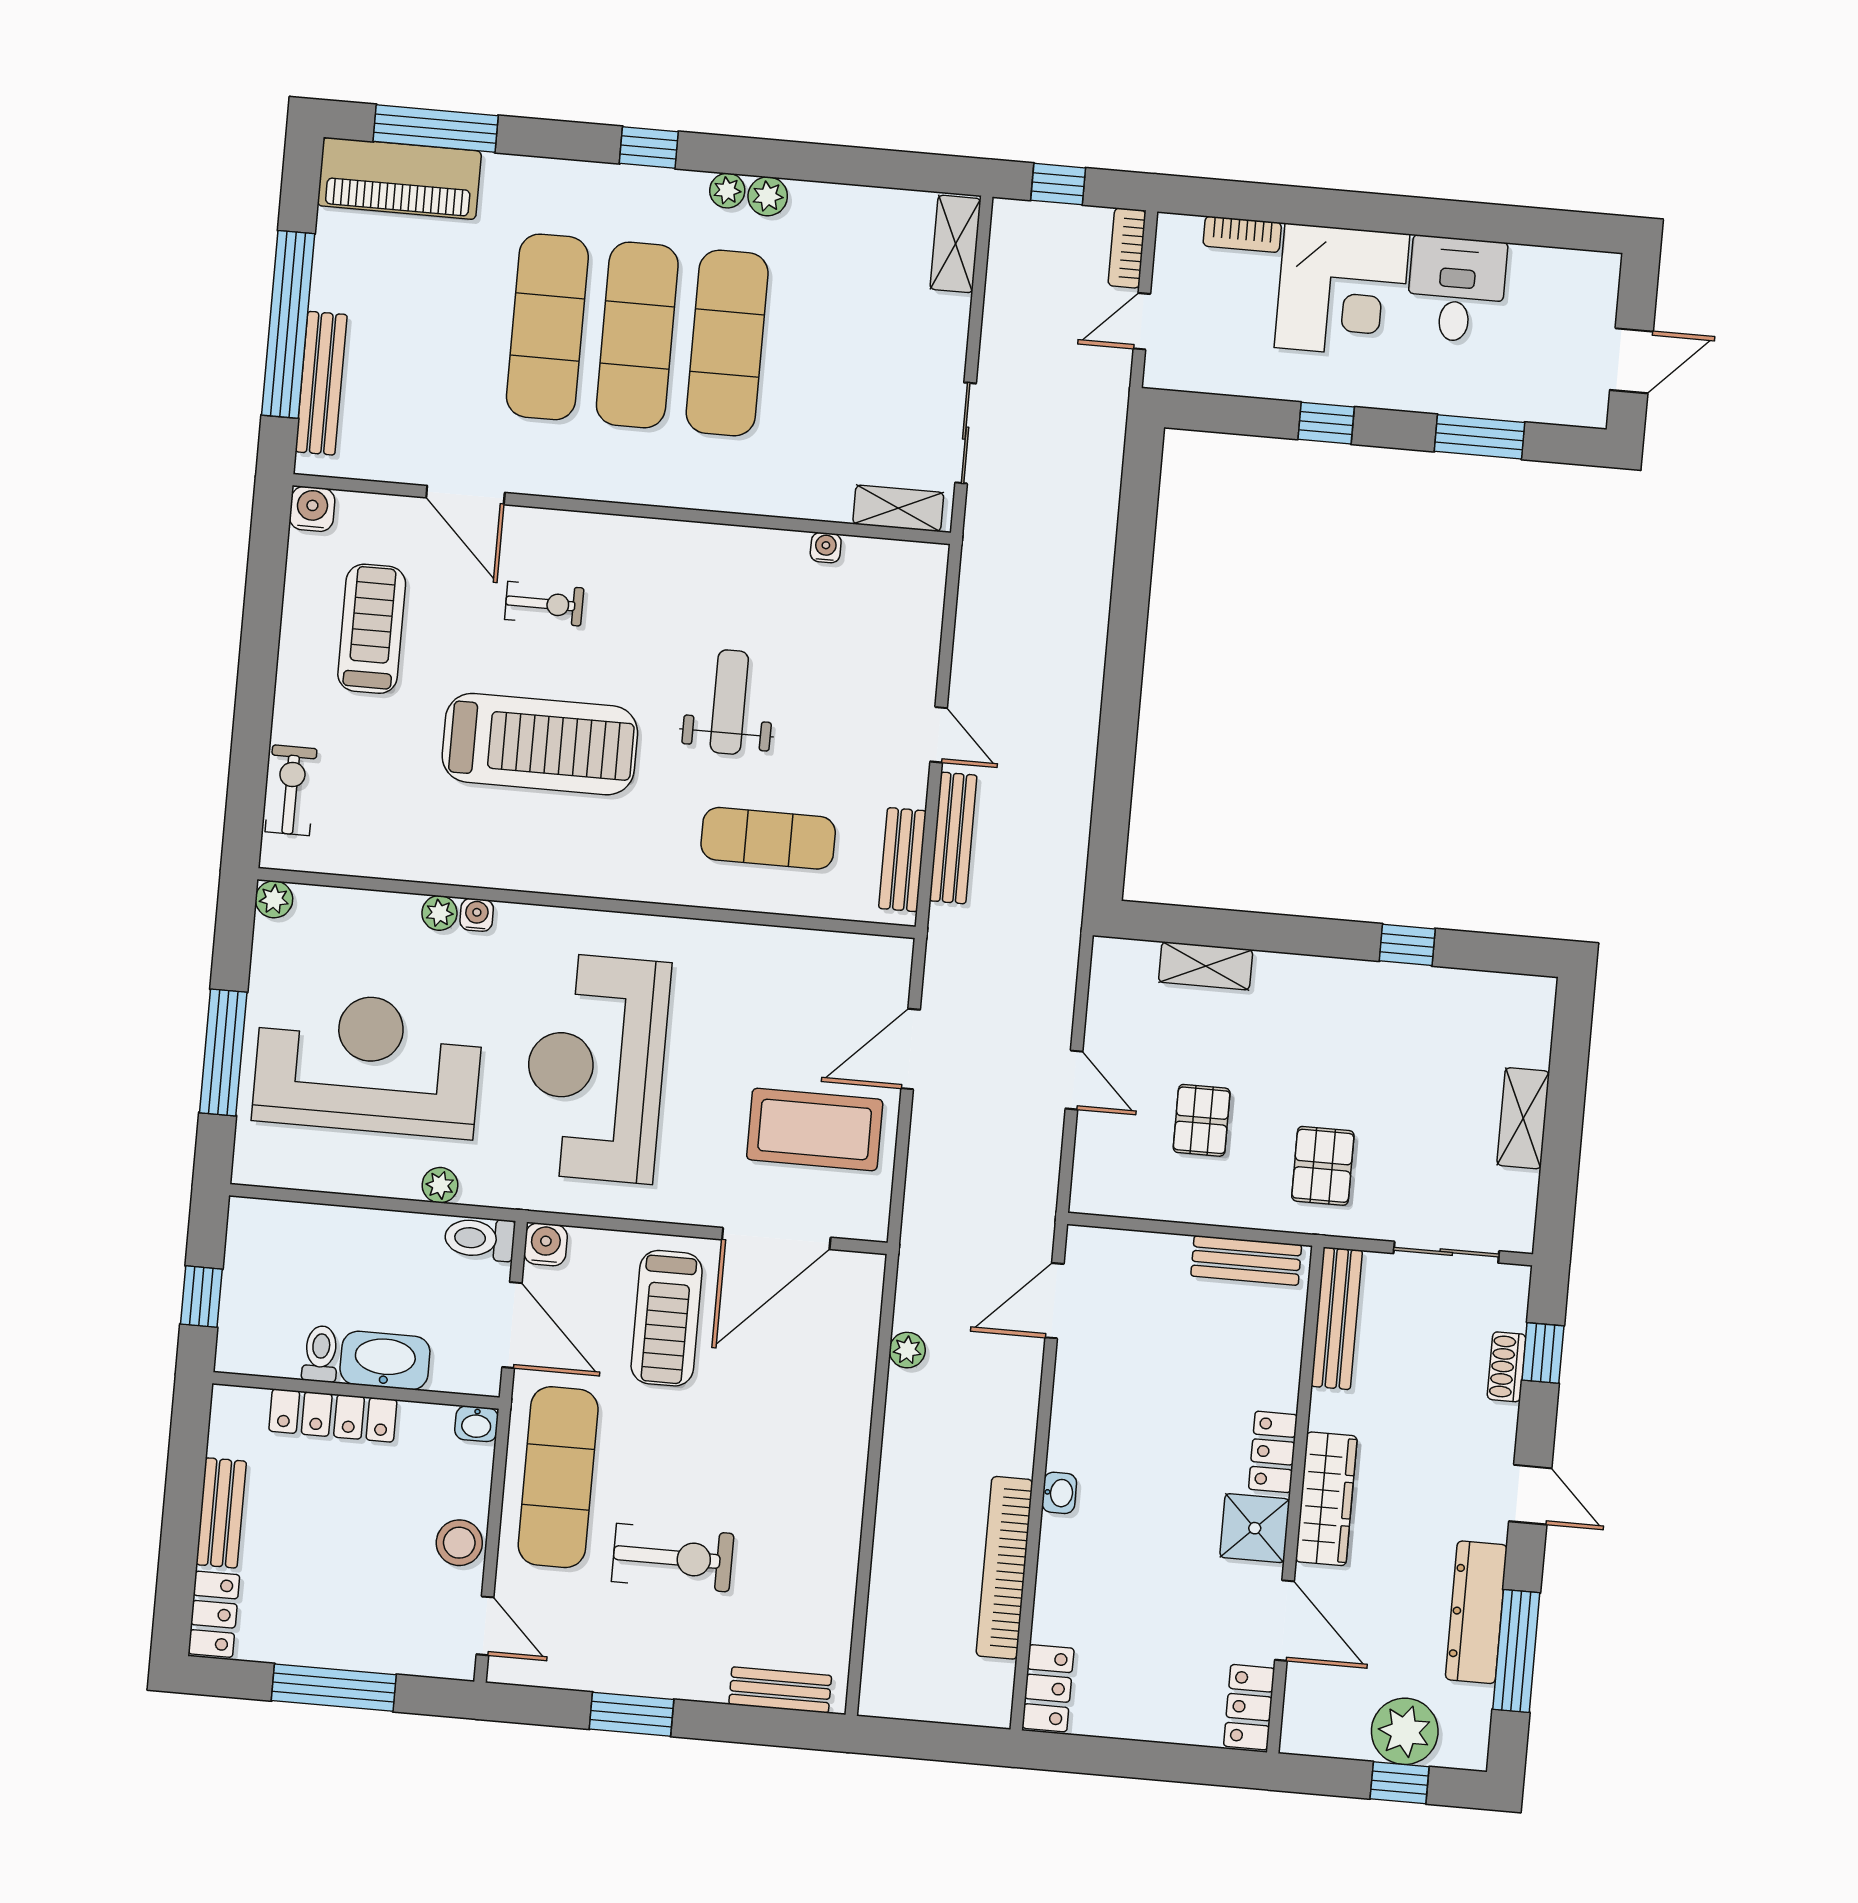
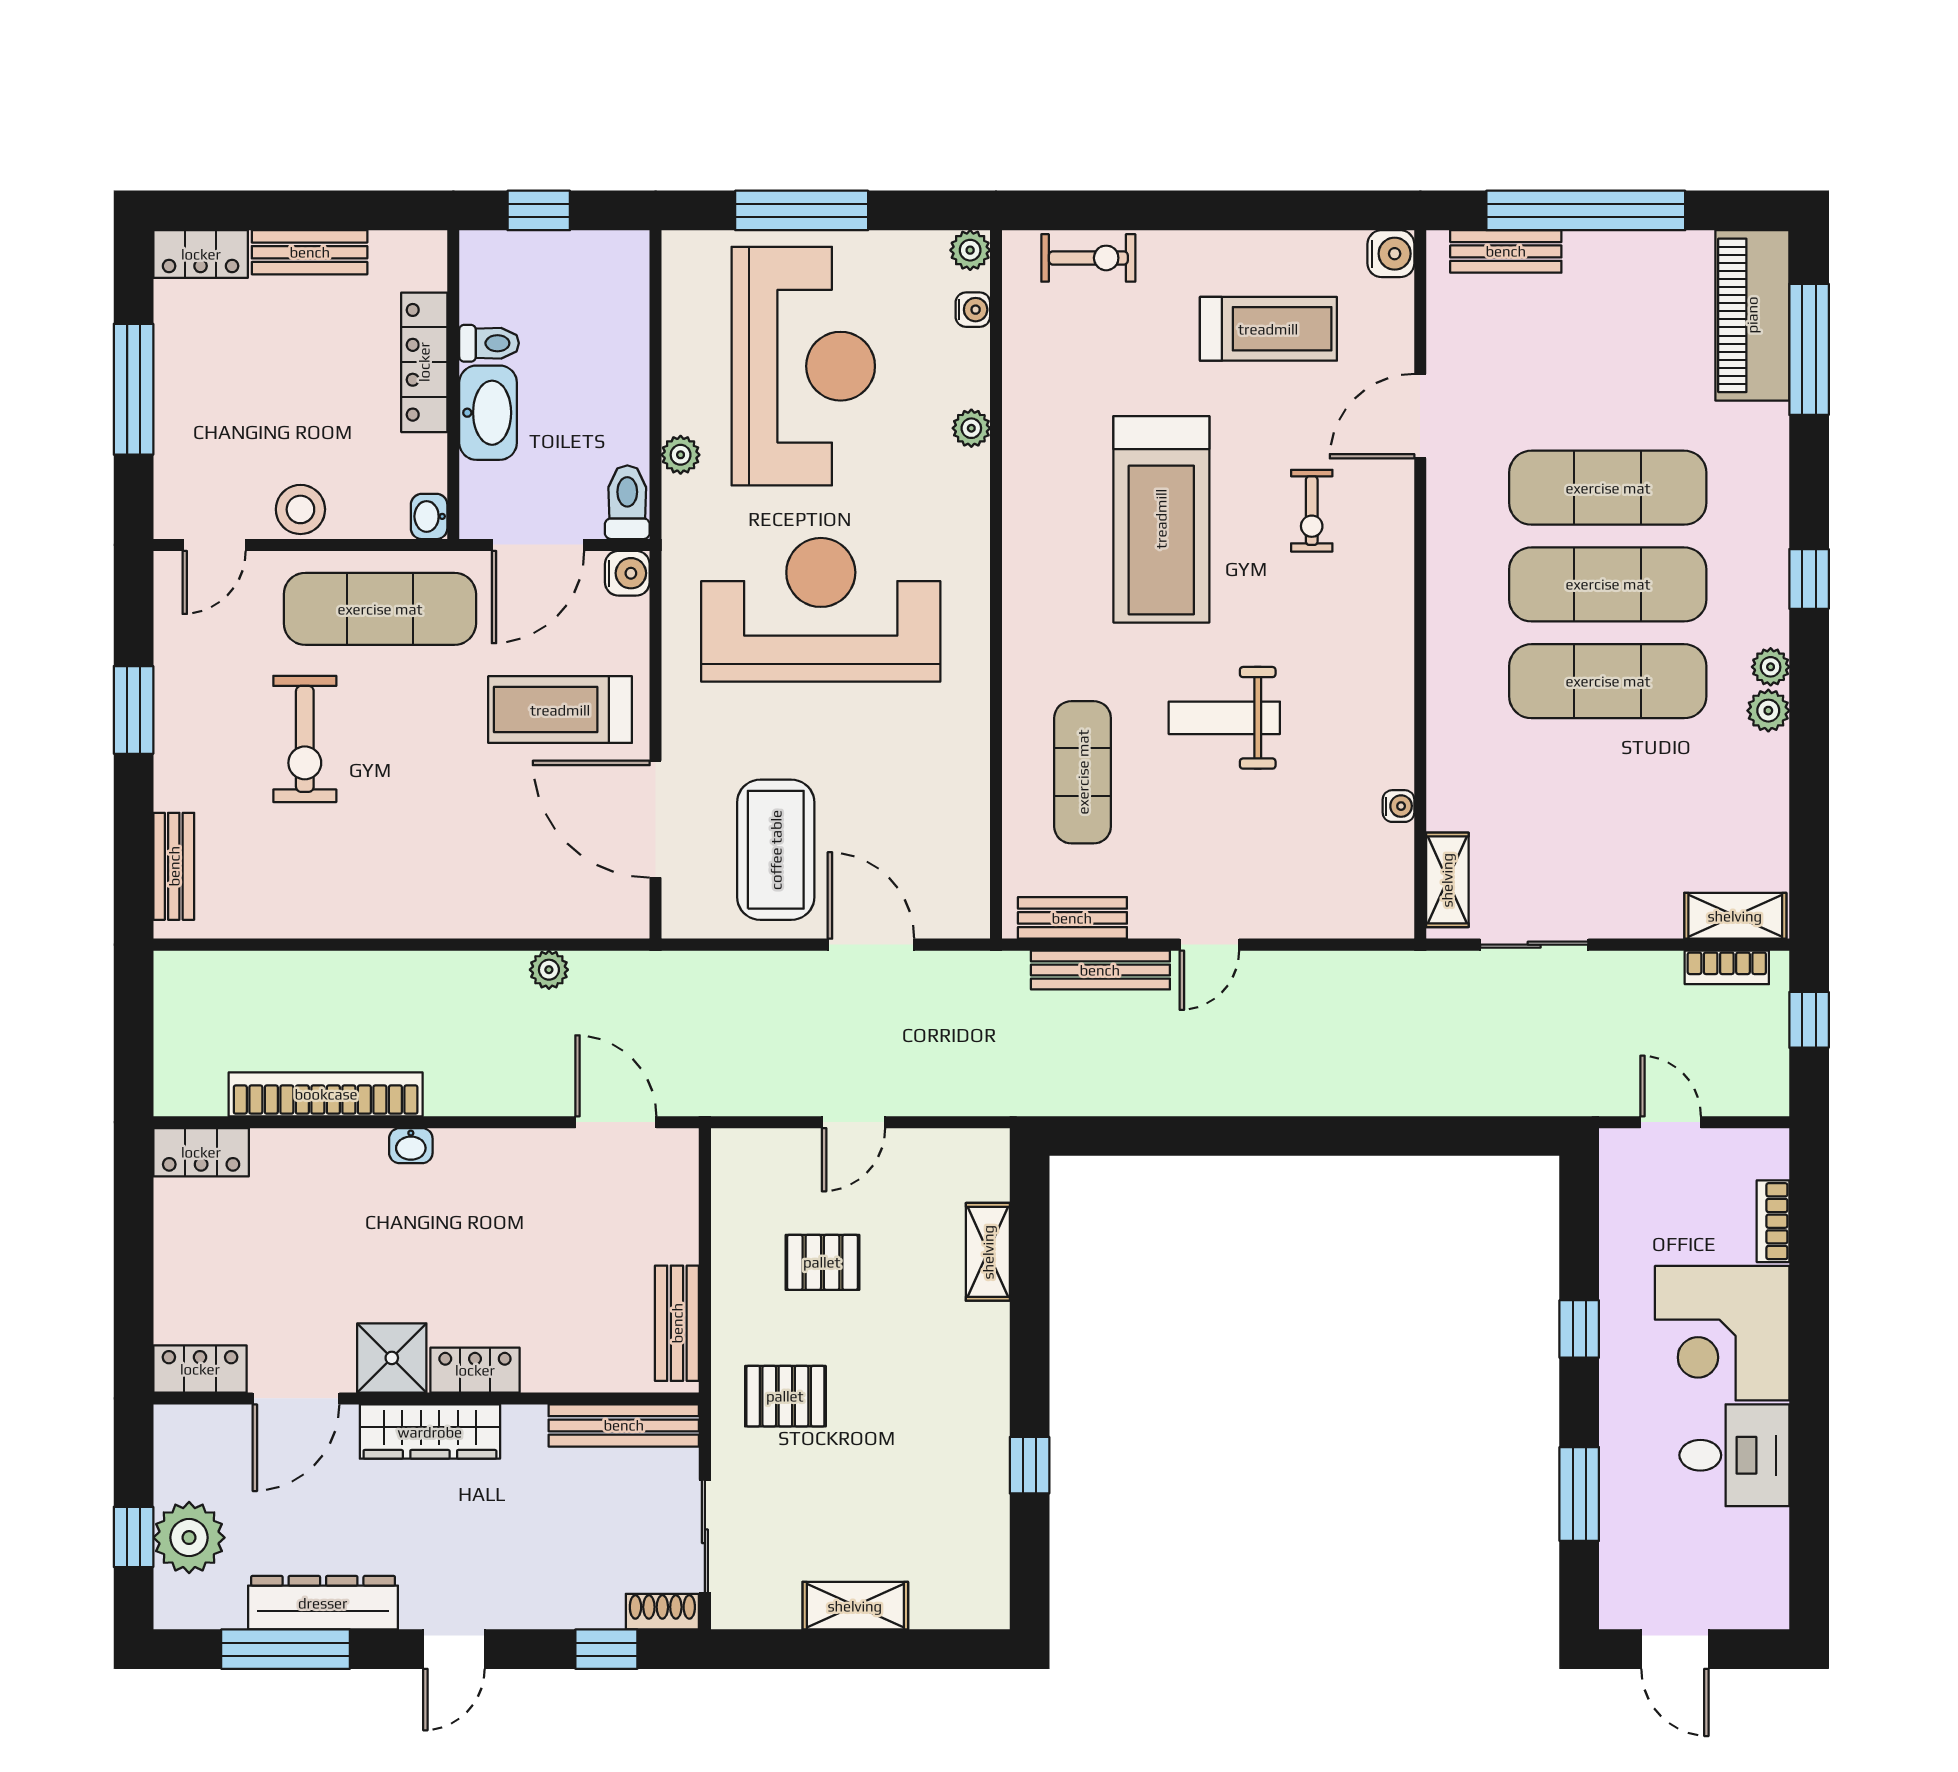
bookcase: (1127, 248) -> (1727, 967), moved, turned 180
bench: (321, 383) -> (1506, 251), width x0.73
weight bench: (729, 702) -> (1224, 718), turned 180
water cooler: (477, 915) -> (973, 310), moved
shoe rack: (1507, 1367) -> (662, 1612), moved

